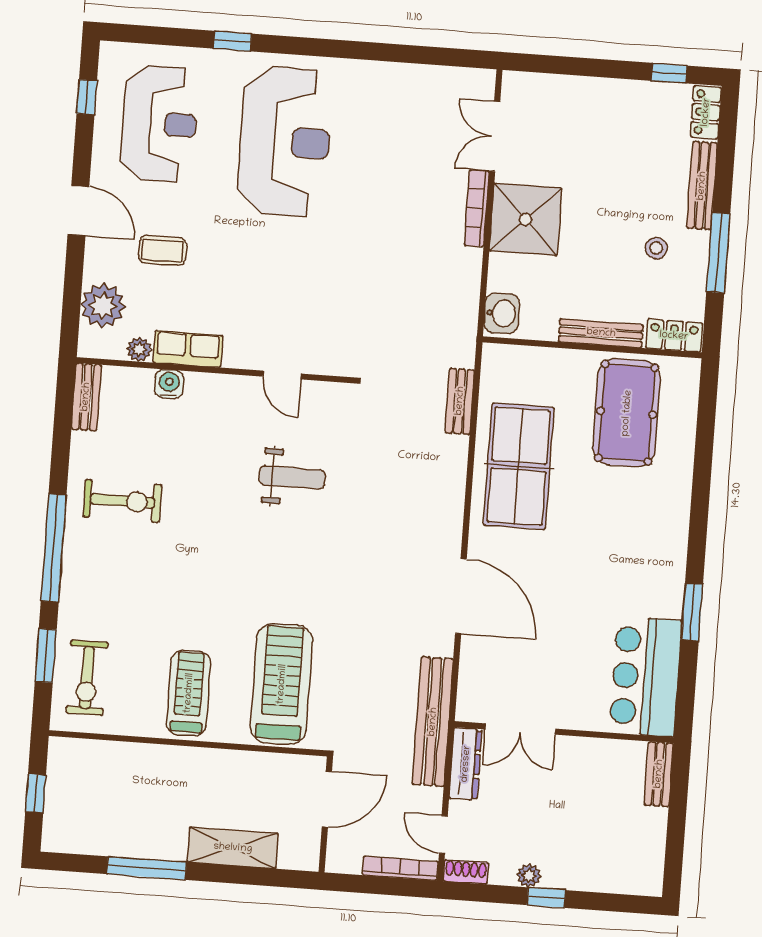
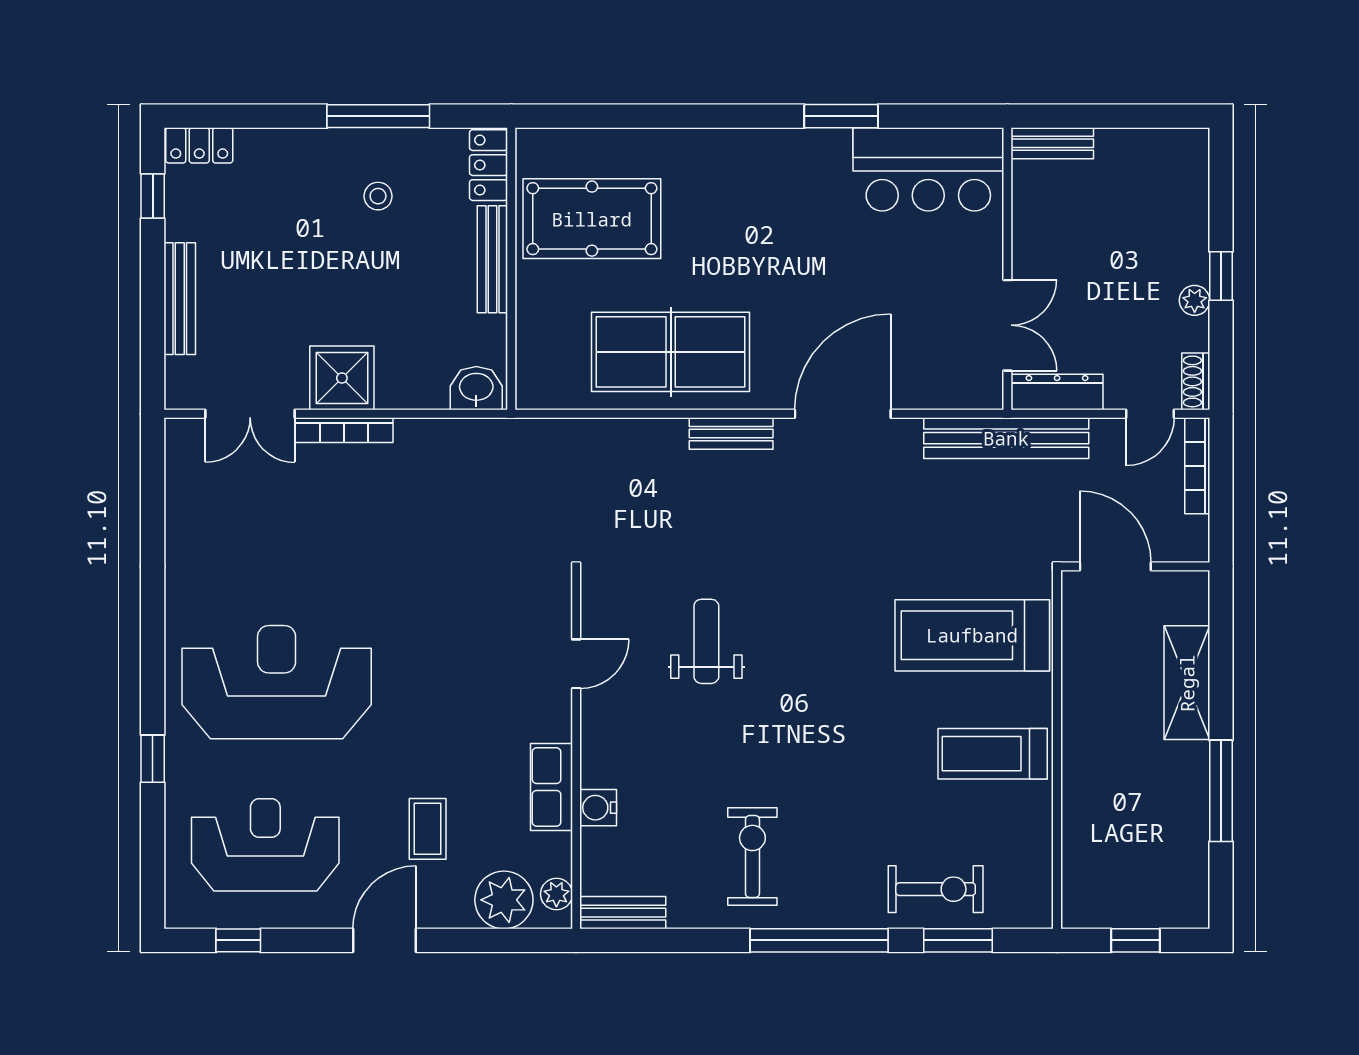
bench: (702, 186) -> (180, 299), moved, turned 90
shower: (526, 219) -> (342, 378), width x0.73, depth x0.73
plant: (139, 349) -> (556, 894), moved
bench: (460, 401) -> (731, 434), moved
exercise bike: (87, 678) -> (936, 889), moved

